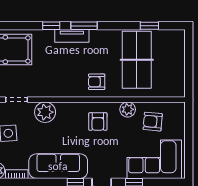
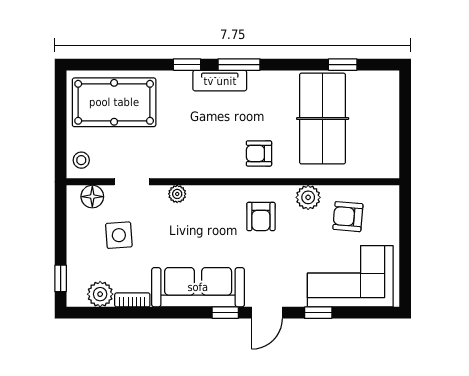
plant: (45, 112) -> (177, 194), width x0.53, depth x0.53

